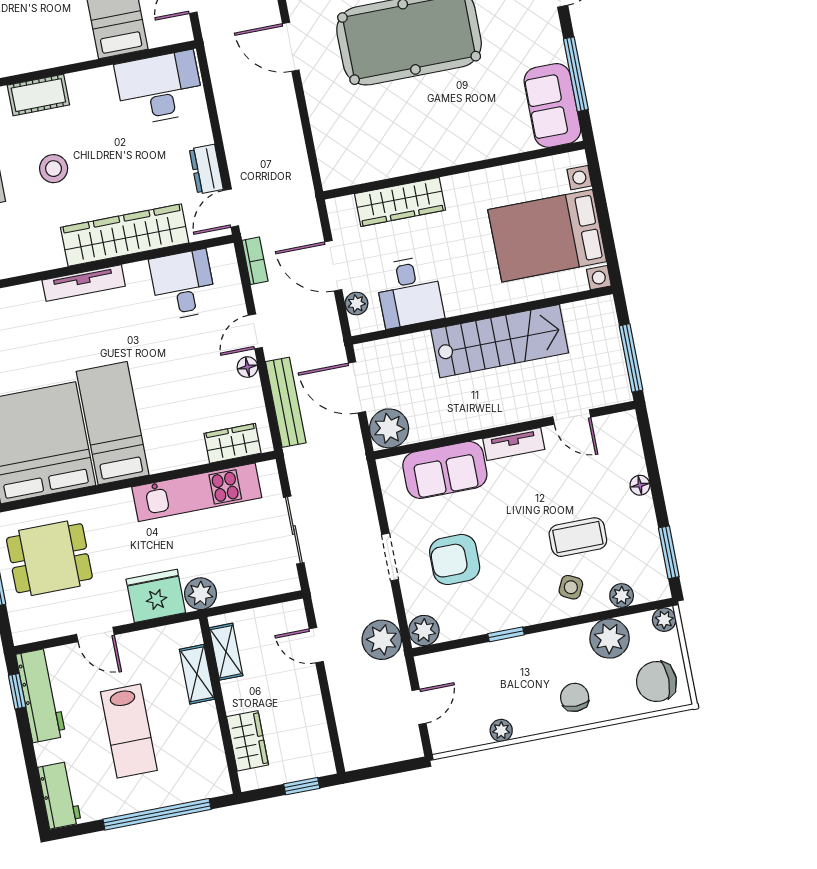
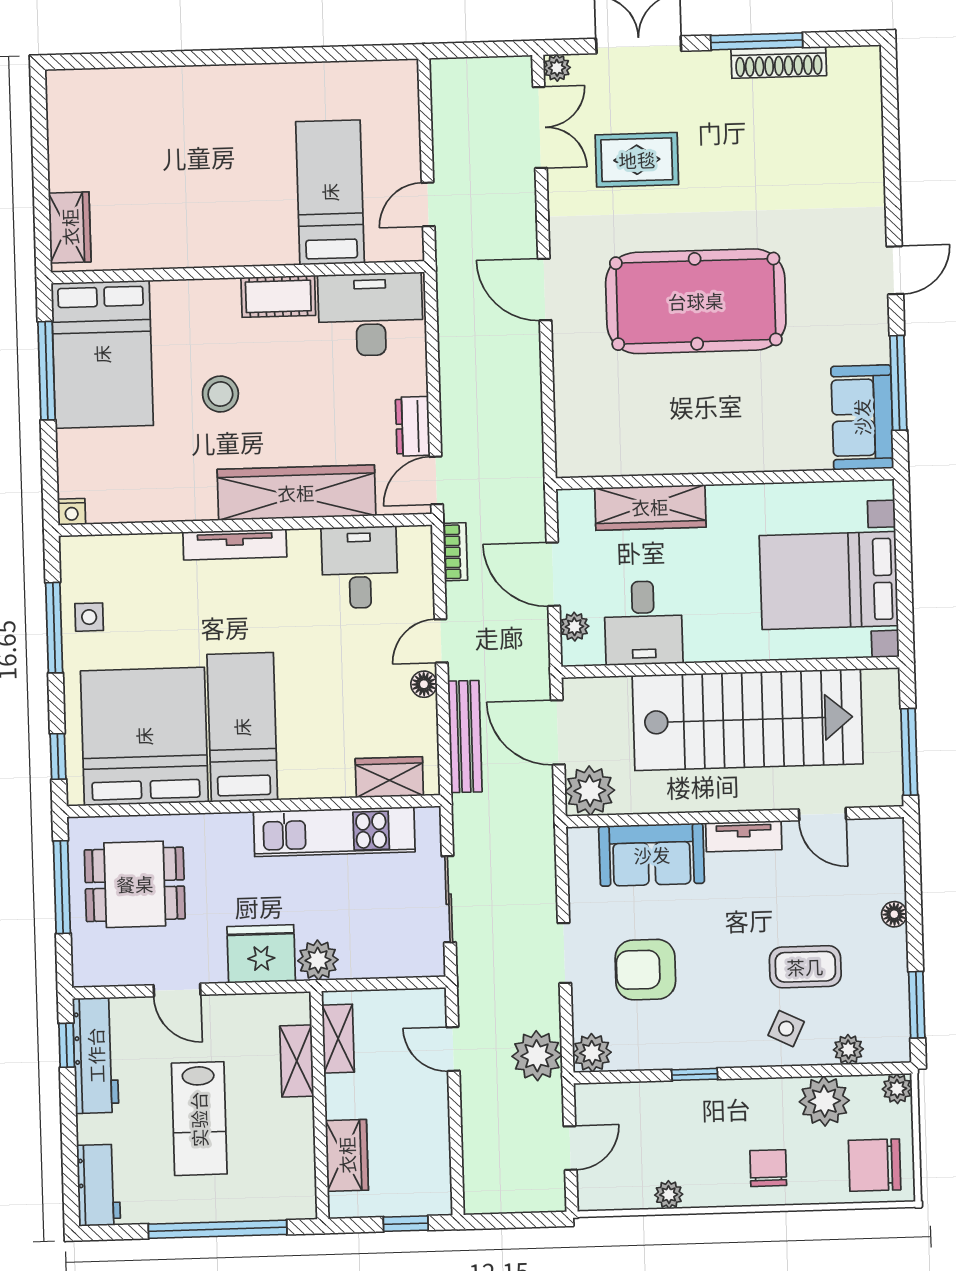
cot: (38, 95) -> (278, 296), moved
stairs: (500, 341) -> (748, 720), width x1.36, depth x1.51

